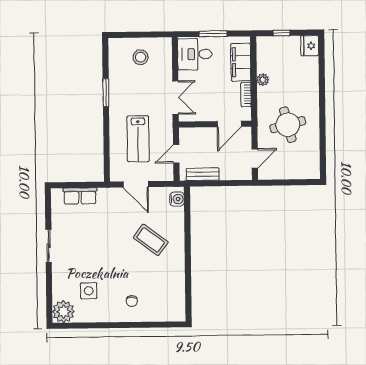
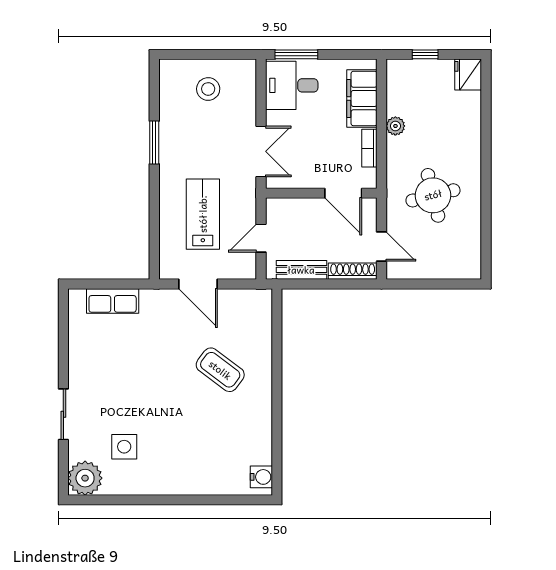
window: (213, 34) -> (296, 54), moved
door: (229, 124) -> (343, 193), hinge flipped
lab bench: (138, 139) -> (203, 214), turned 180
door: (255, 158) -> (381, 247), hinge flipped
shoe rack: (236, 175) -> (353, 271), added
water cooler: (177, 199) -> (261, 477), moved
sliding door: (49, 246) -> (63, 414), moved
chair: (132, 301) -> (190, 463), removed

